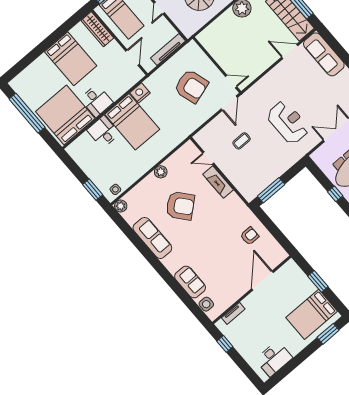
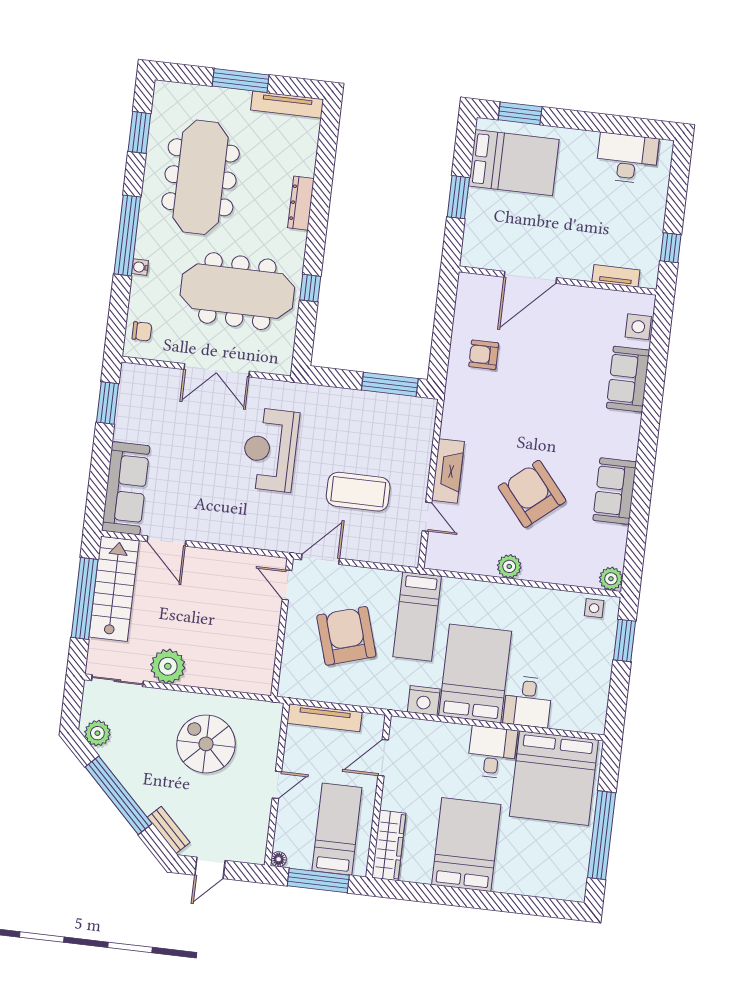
bed: (174, 120) -> (417, 617), added
coffee table: (242, 141) -> (358, 492), width x1.86, depth x1.72
sofa: (152, 238) -> (615, 491), width x0.73

